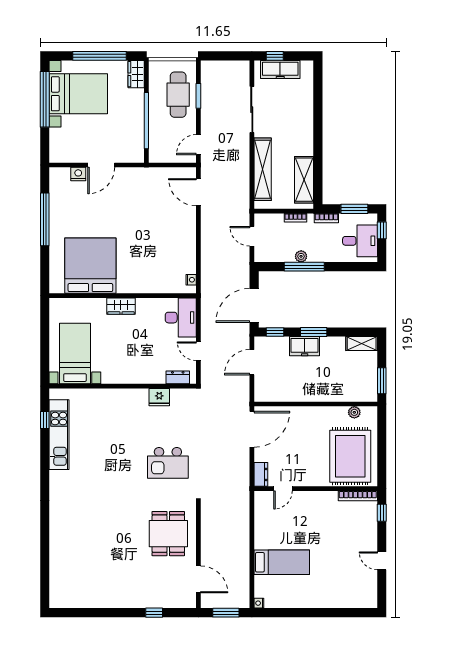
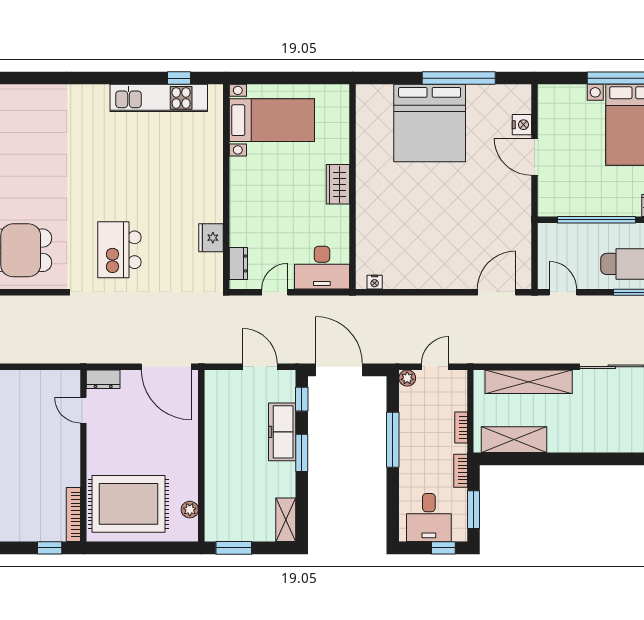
plant: (301, 256) -> (407, 378), moved
bed: (90, 266) -> (430, 123), moved, turned 90
freezer: (305, 346) -> (282, 432), width x1.40

